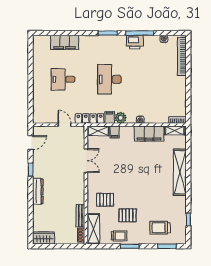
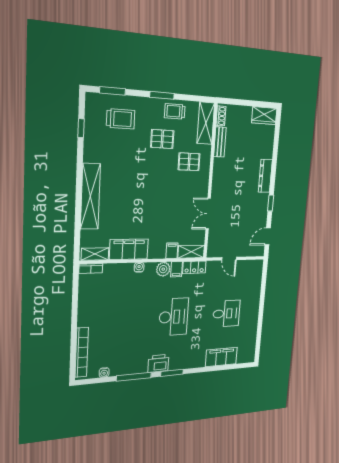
printer: (135, 42) -> (158, 363), moved
locker: (89, 119) -> (194, 267), width x0.66

